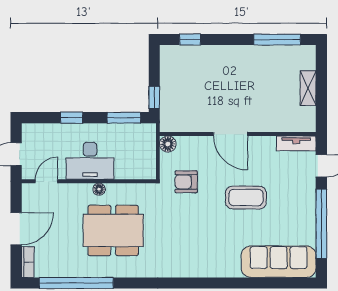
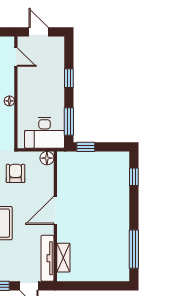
shelving: (308, 88) -> (63, 258), moved, turned 90
tv unit: (296, 143) -> (47, 258), width x1.41
desk: (90, 161) -> (45, 133), moved, turned -90

